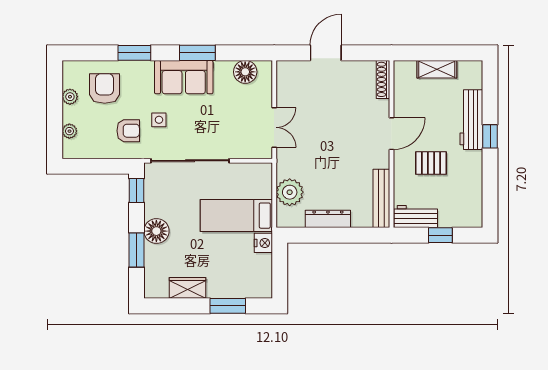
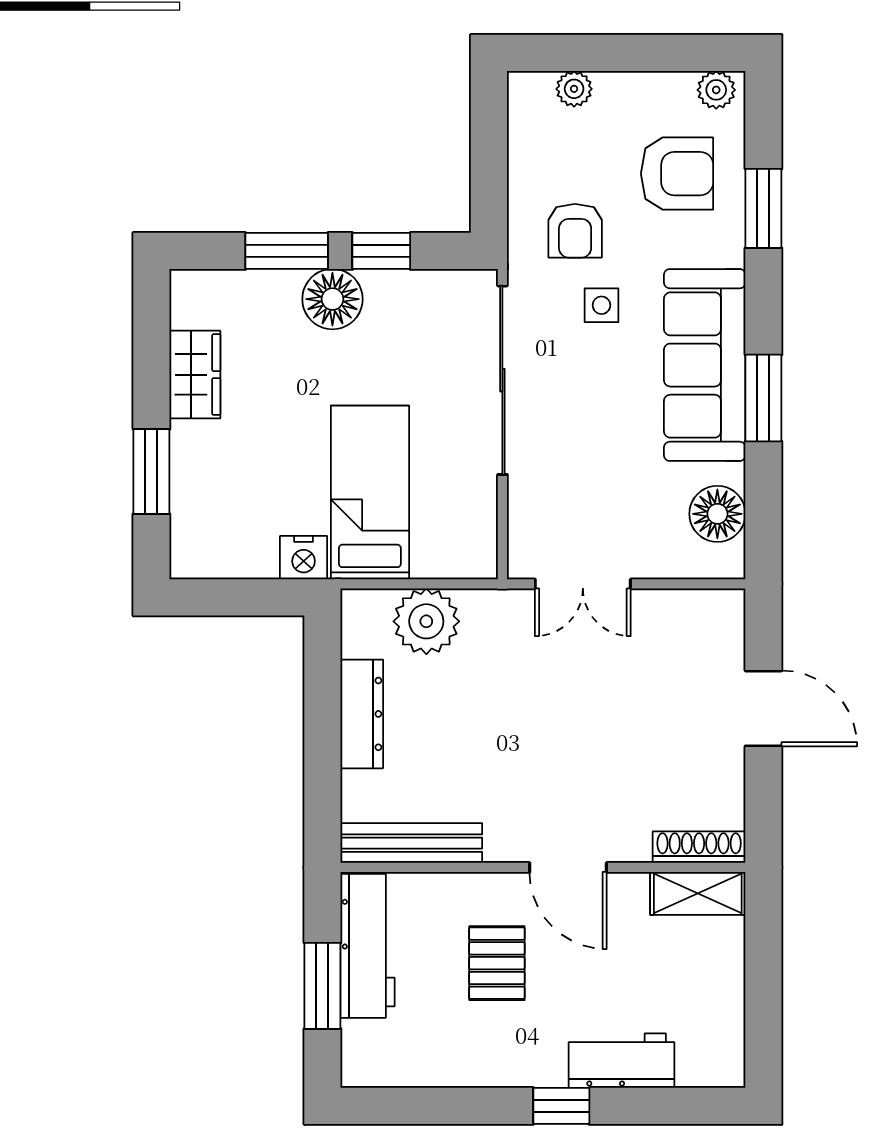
window: (134, 53) -> (763, 208), moved
shelving: (437, 69) -> (698, 893), moved, turned 90
sofa: (184, 77) -> (705, 365), width x1.36
plant: (70, 97) -> (716, 90), moved
workbench: (471, 120) -> (621, 1061), width x0.73
window: (137, 191) -> (381, 251), moved
workbench: (416, 217) -> (368, 946), width x1.38
window: (440, 235) -> (322, 986), width x1.50

